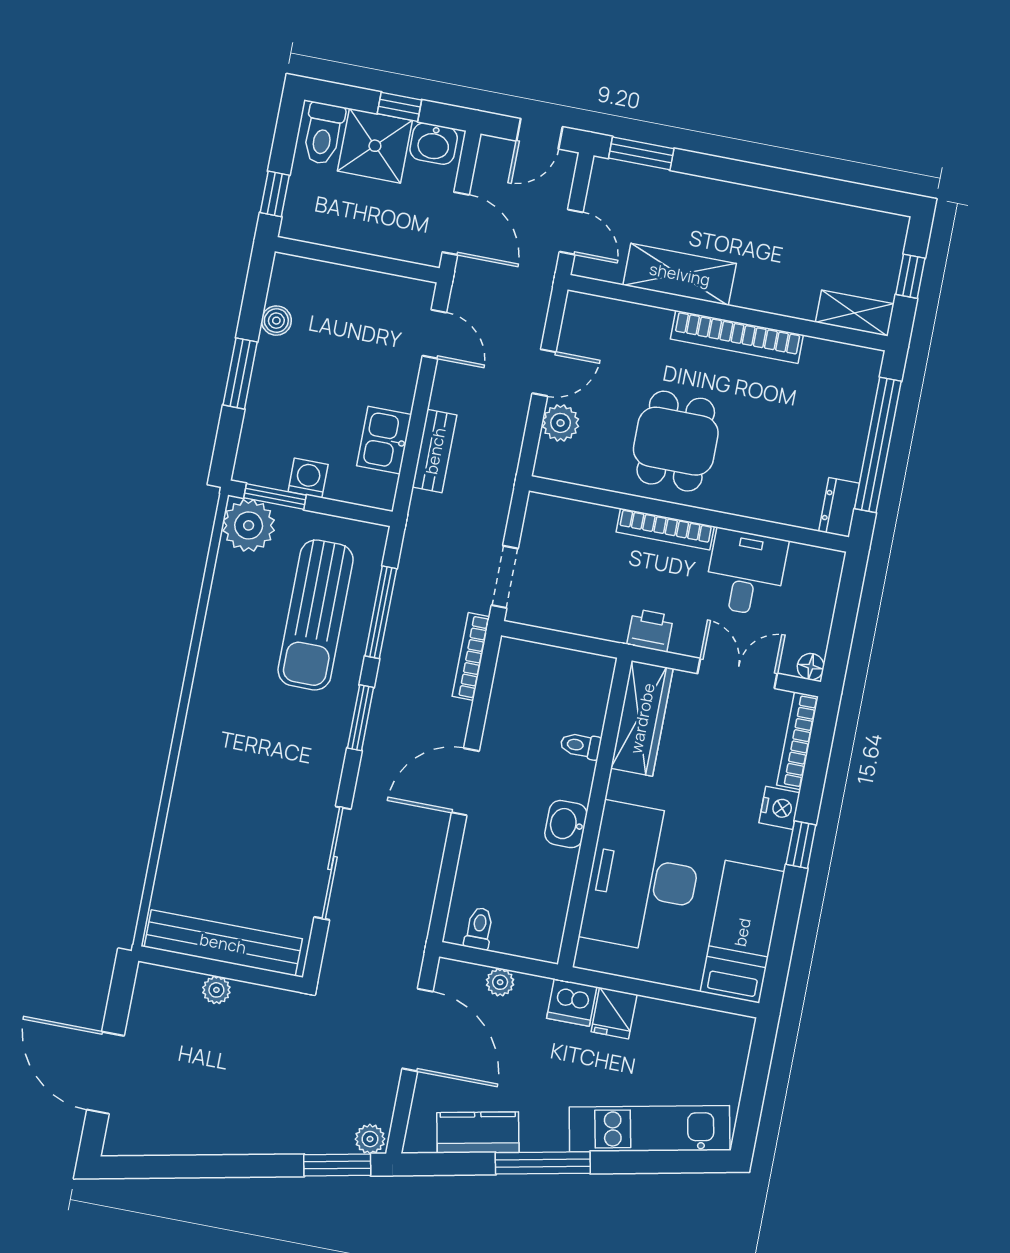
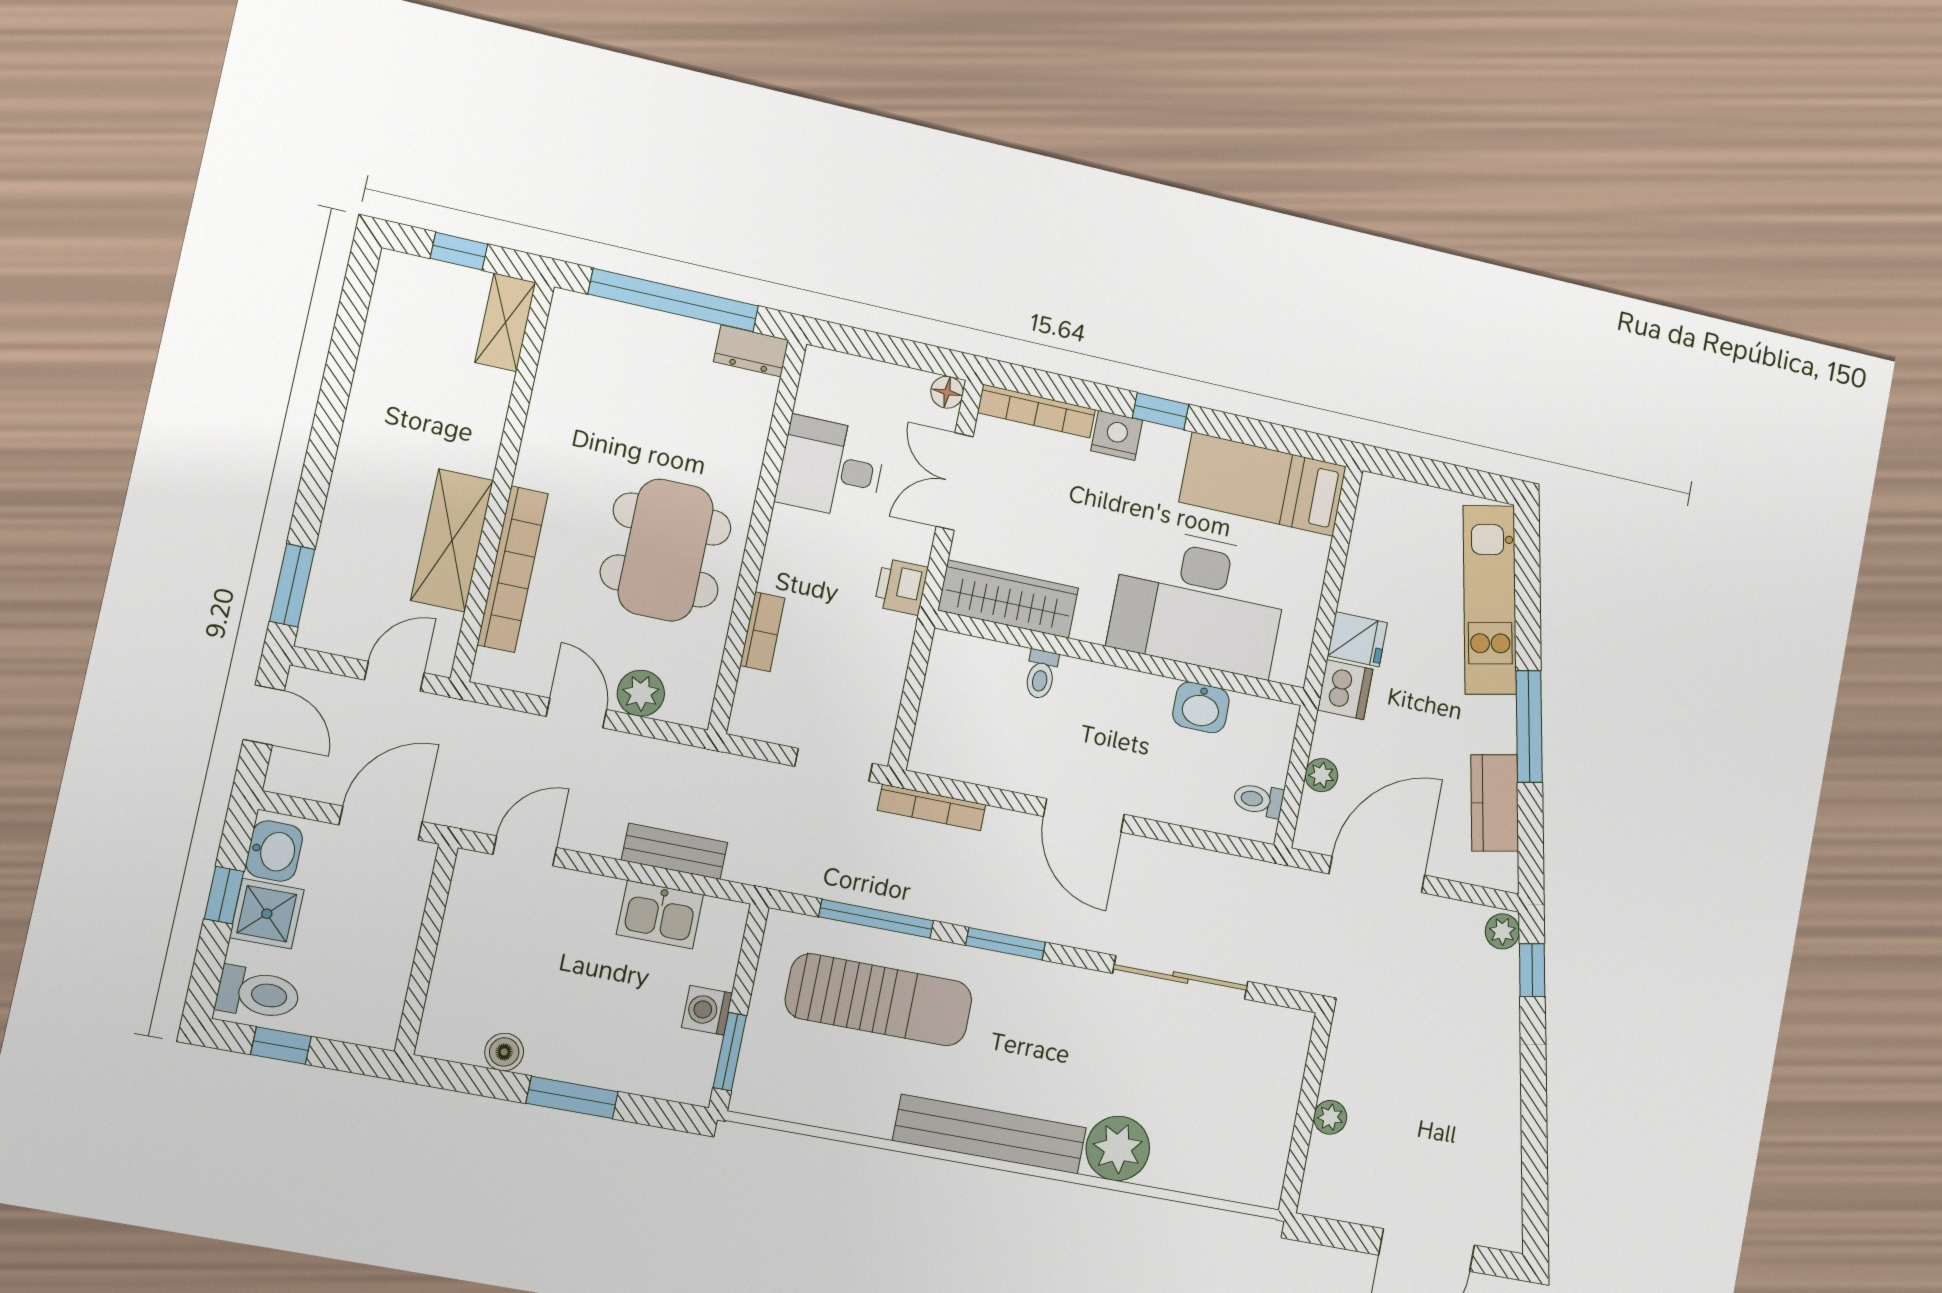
shower: (375, 146) -> (267, 914), width x0.73, depth x0.73
window: (275, 194) -> (281, 1045), moved
bookcase: (737, 337) -> (513, 569), moved
dining table: (676, 441) -> (666, 550), width x1.38
plant: (249, 525) -> (1118, 1148), moved
bookcase: (665, 529) -> (762, 632), moved, width x0.64
washbasin: (566, 824) -> (1201, 707), moved
bench: (223, 943) -> (990, 1134), moved, turned 90
window: (337, 1165) -> (1532, 970), width x0.67

